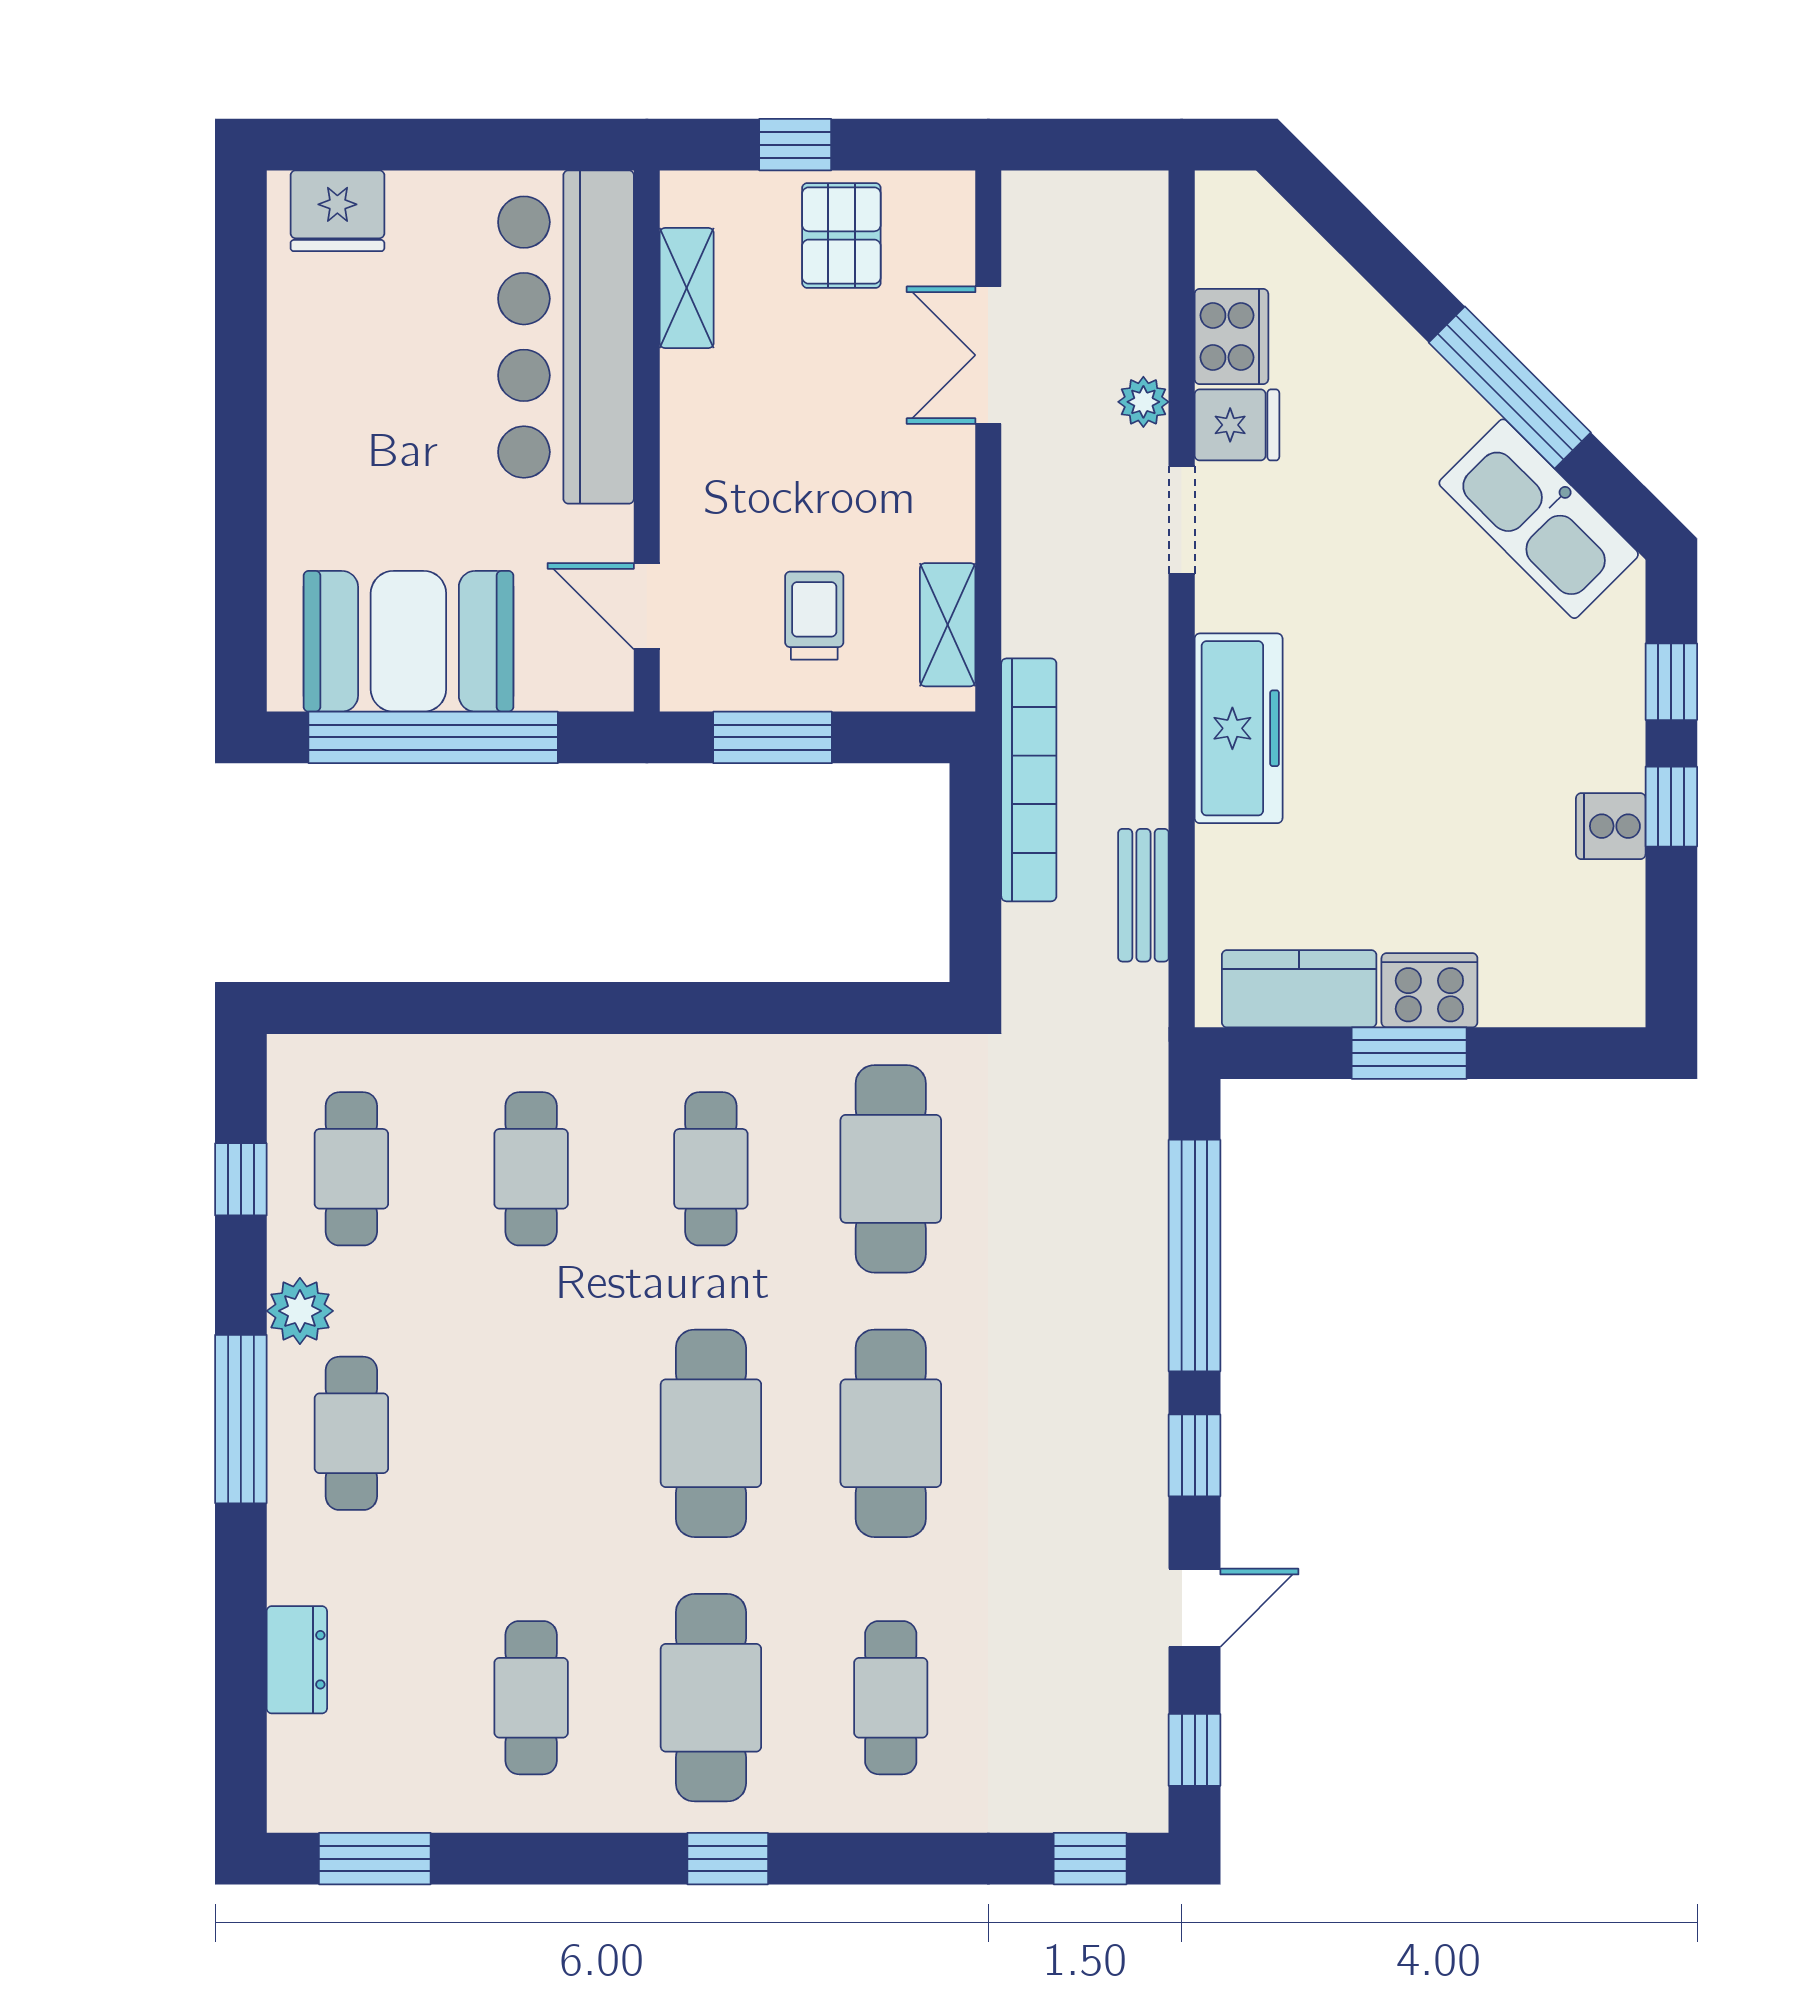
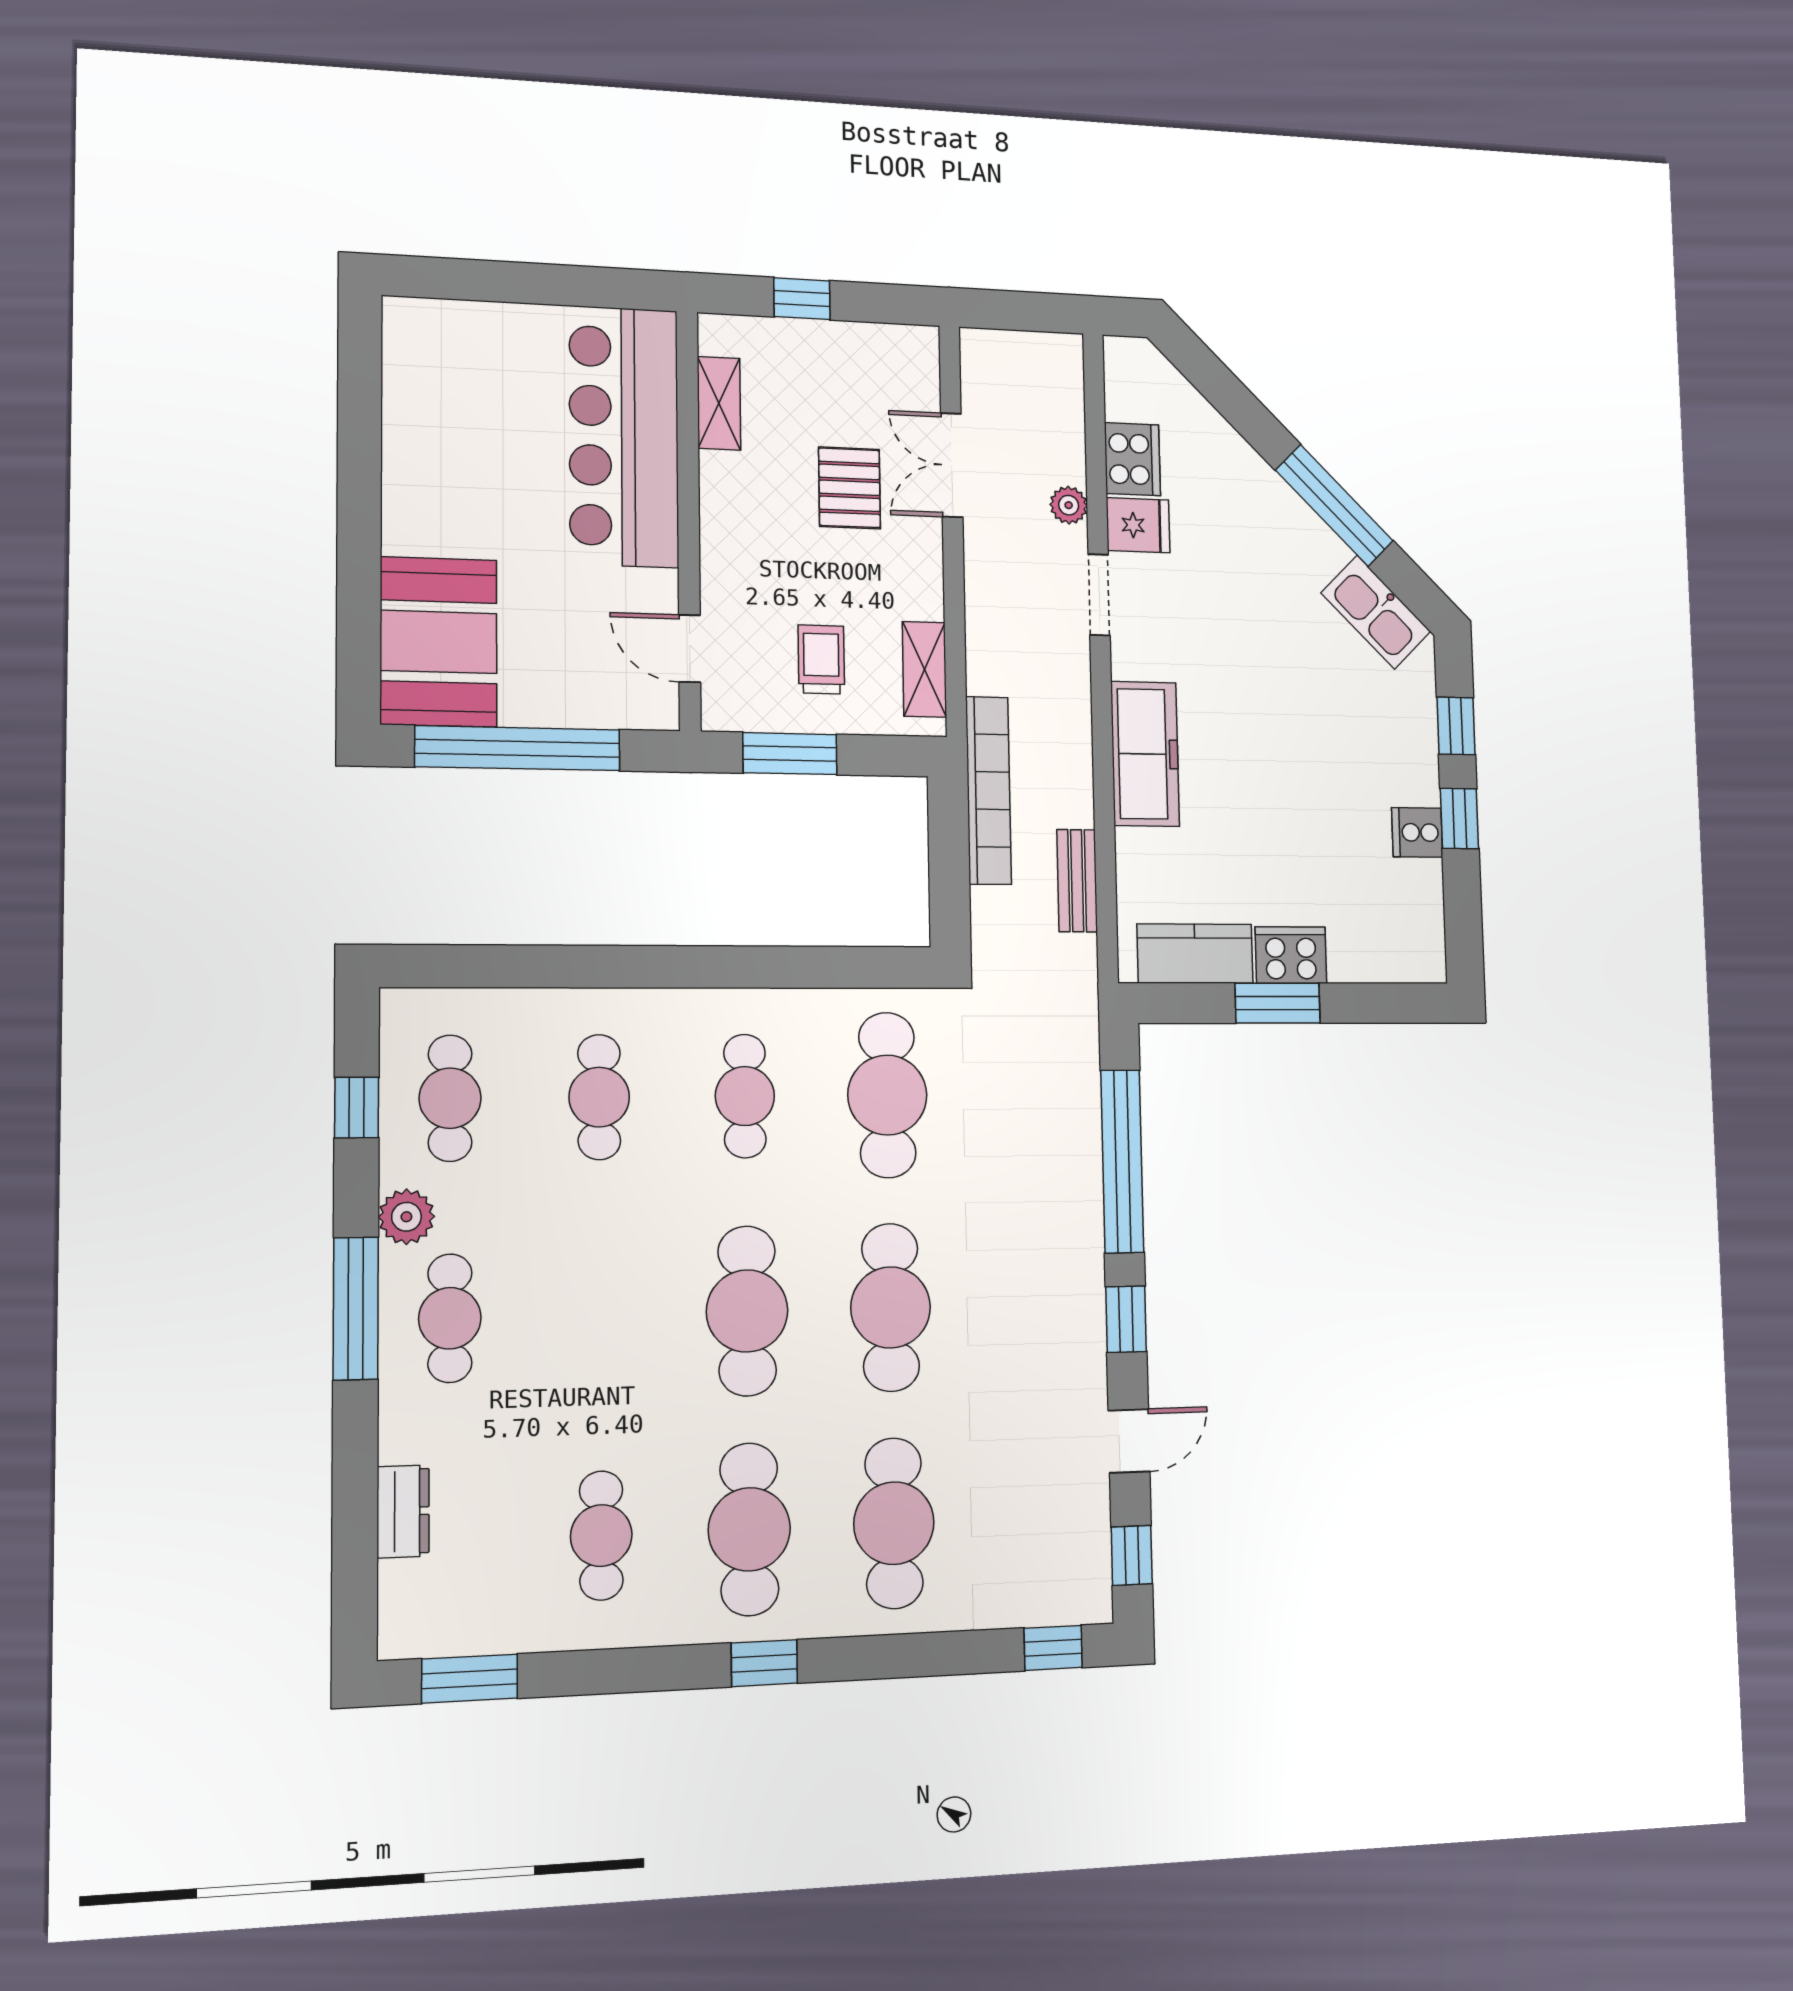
fridge: (337, 211) -> (439, 330), removed
pallet: (841, 235) -> (849, 488), moved
kitchen sink: (1539, 519) -> (1376, 612), width x0.73, depth x0.81
booth: (408, 641) -> (439, 642), moved, turned 90
cafe table: (891, 1698) -> (894, 1523), width x1.37, depth x1.35

